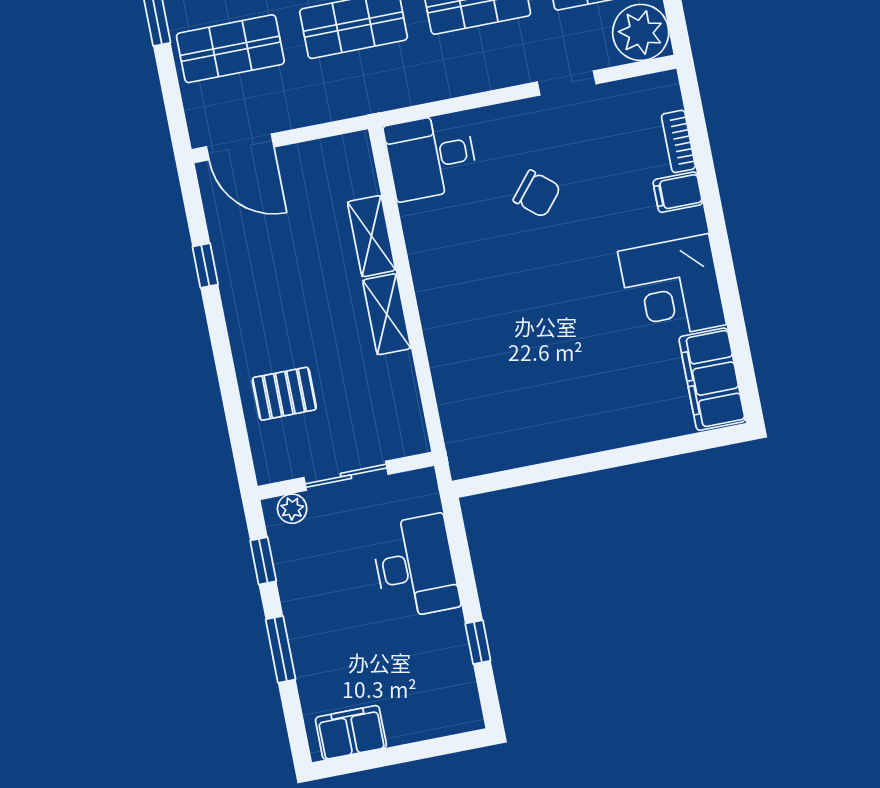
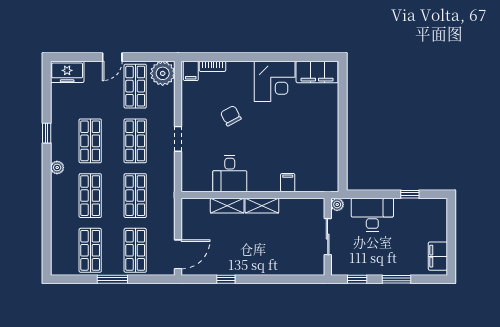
doorway: (567, 83) -> (178, 139), moved
desk: (431, 157) -> (230, 174), moved
filing cabinet: (678, 192) -> (191, 71), moved
chair: (537, 194) -> (231, 116), moved, turned -68
filing cabinet: (450, 362) -> (288, 183), added
pallet: (284, 394) -> (287, 256), removed
plant: (292, 509) -> (337, 204), moved

